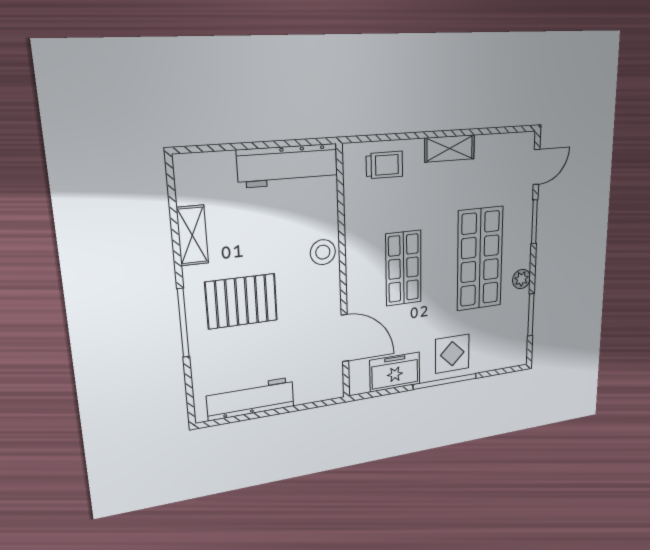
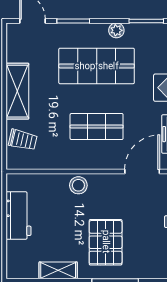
shelving: (450, 148) -> (17, 91), width x1.50, depth x1.33
trolley: (384, 165) -> (23, 140), turned 103
workbench: (288, 166) -> (18, 215), width x0.73

